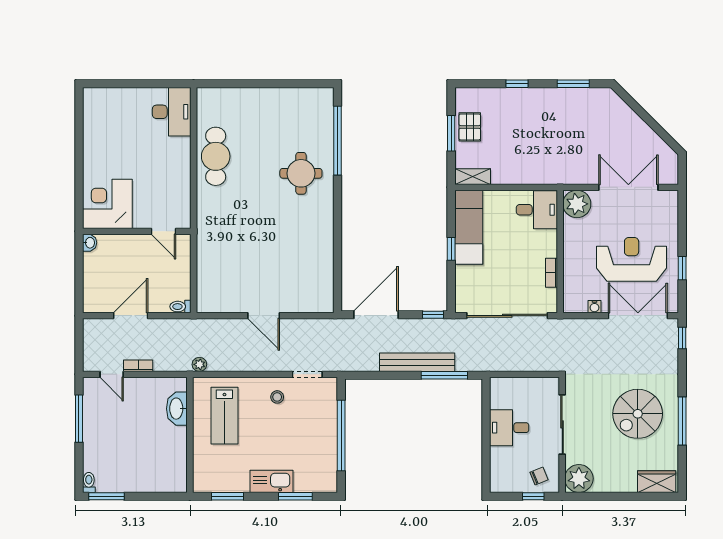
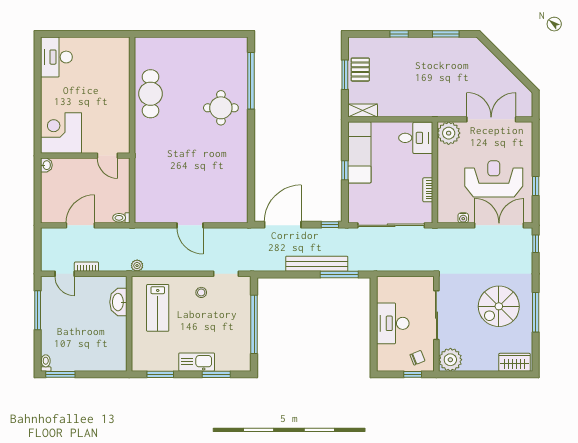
desk: (172, 112) -> (56, 57), moved, turned 180
desk: (509, 428) -> (393, 323), width x1.37

